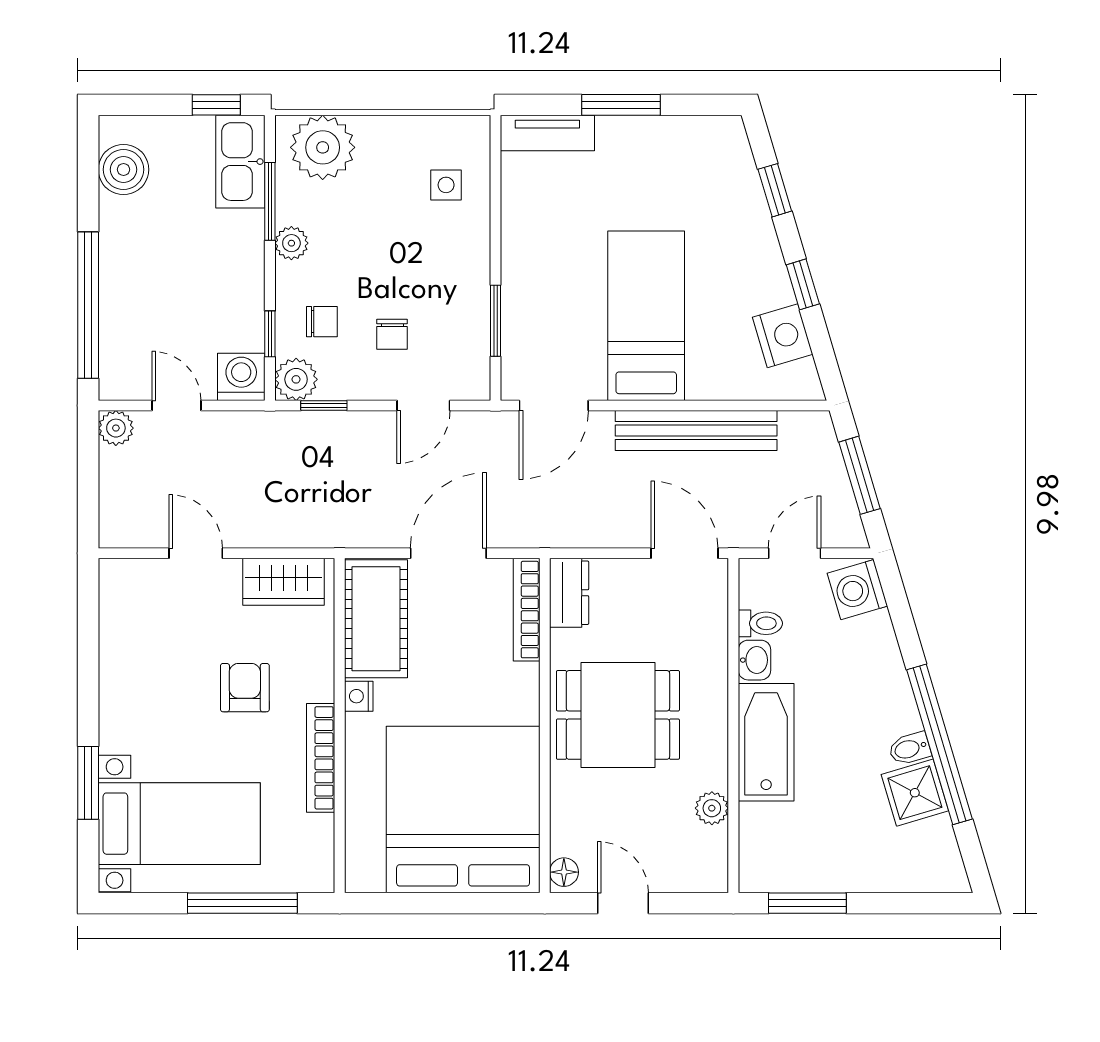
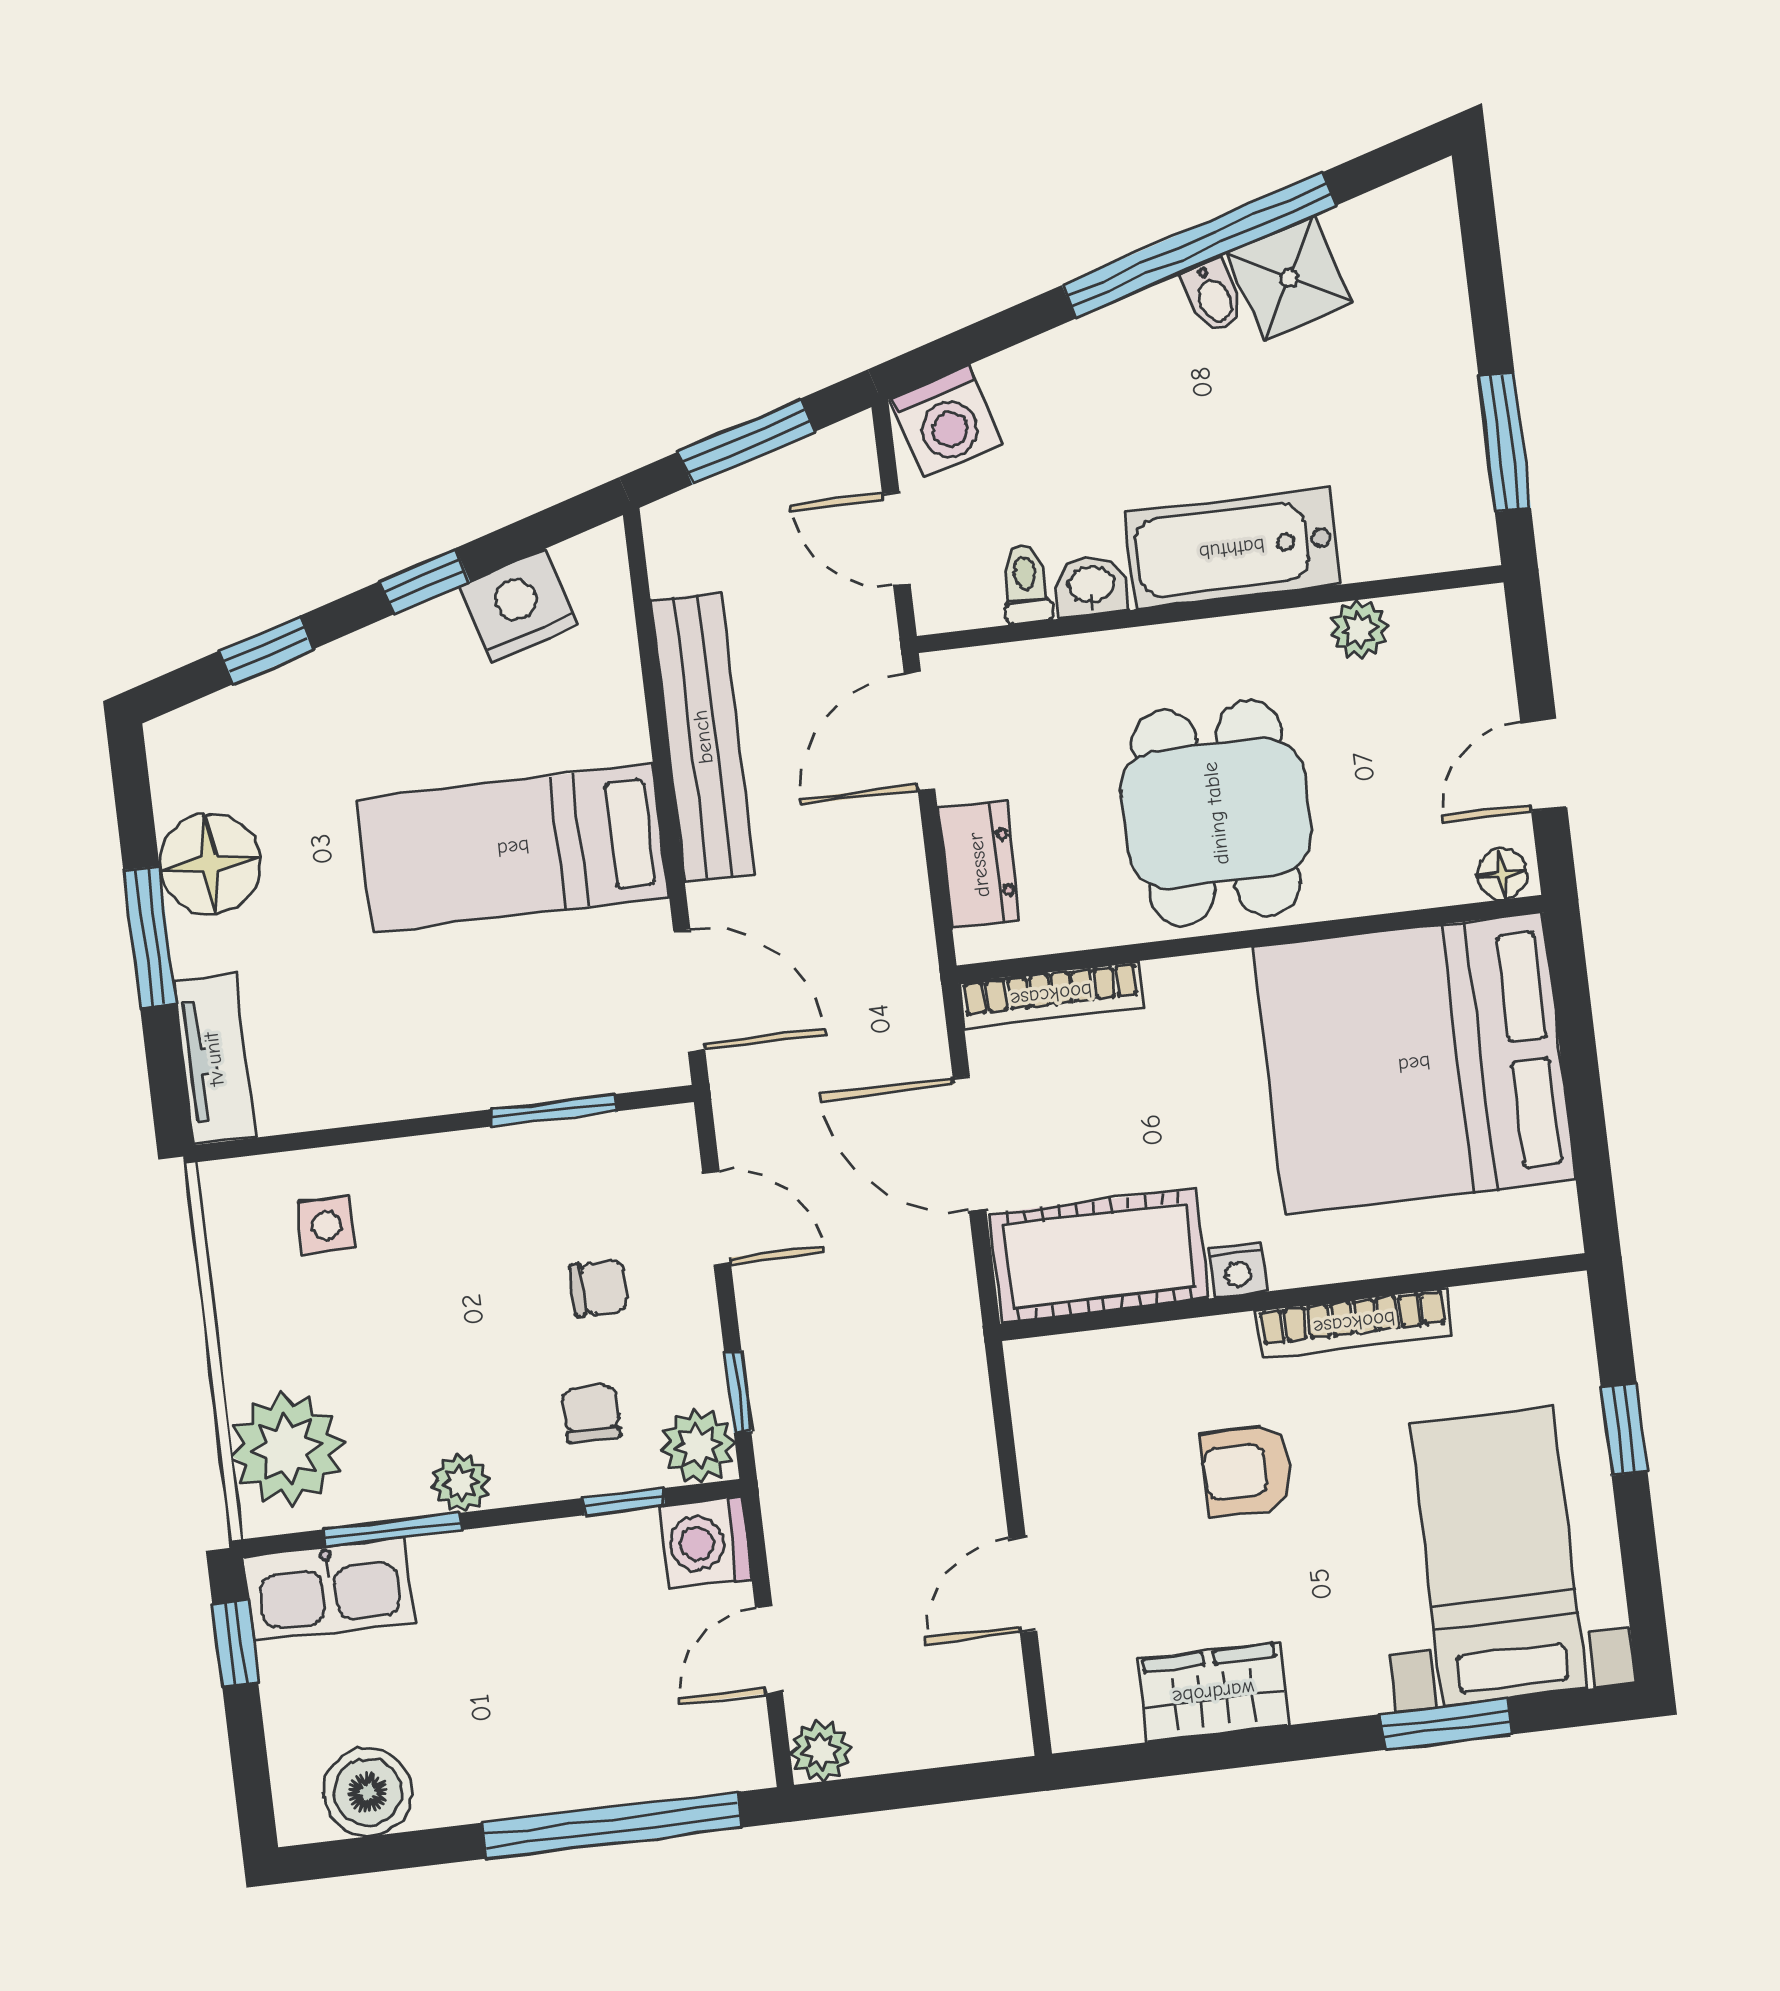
floor lamp: (658, 144) -> (210, 864), added
wardrobe: (284, 582) -> (1213, 1693), moved, turned -90
dresser: (569, 593) -> (979, 865), moved, turned 90
window: (242, 903) -> (1624, 1429), width x0.46

